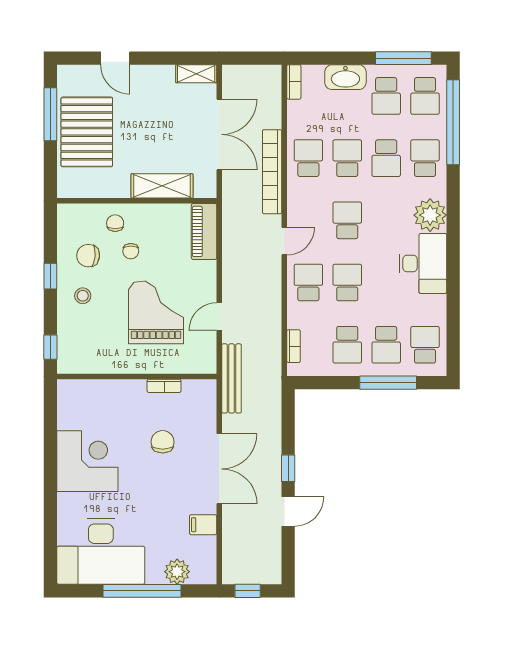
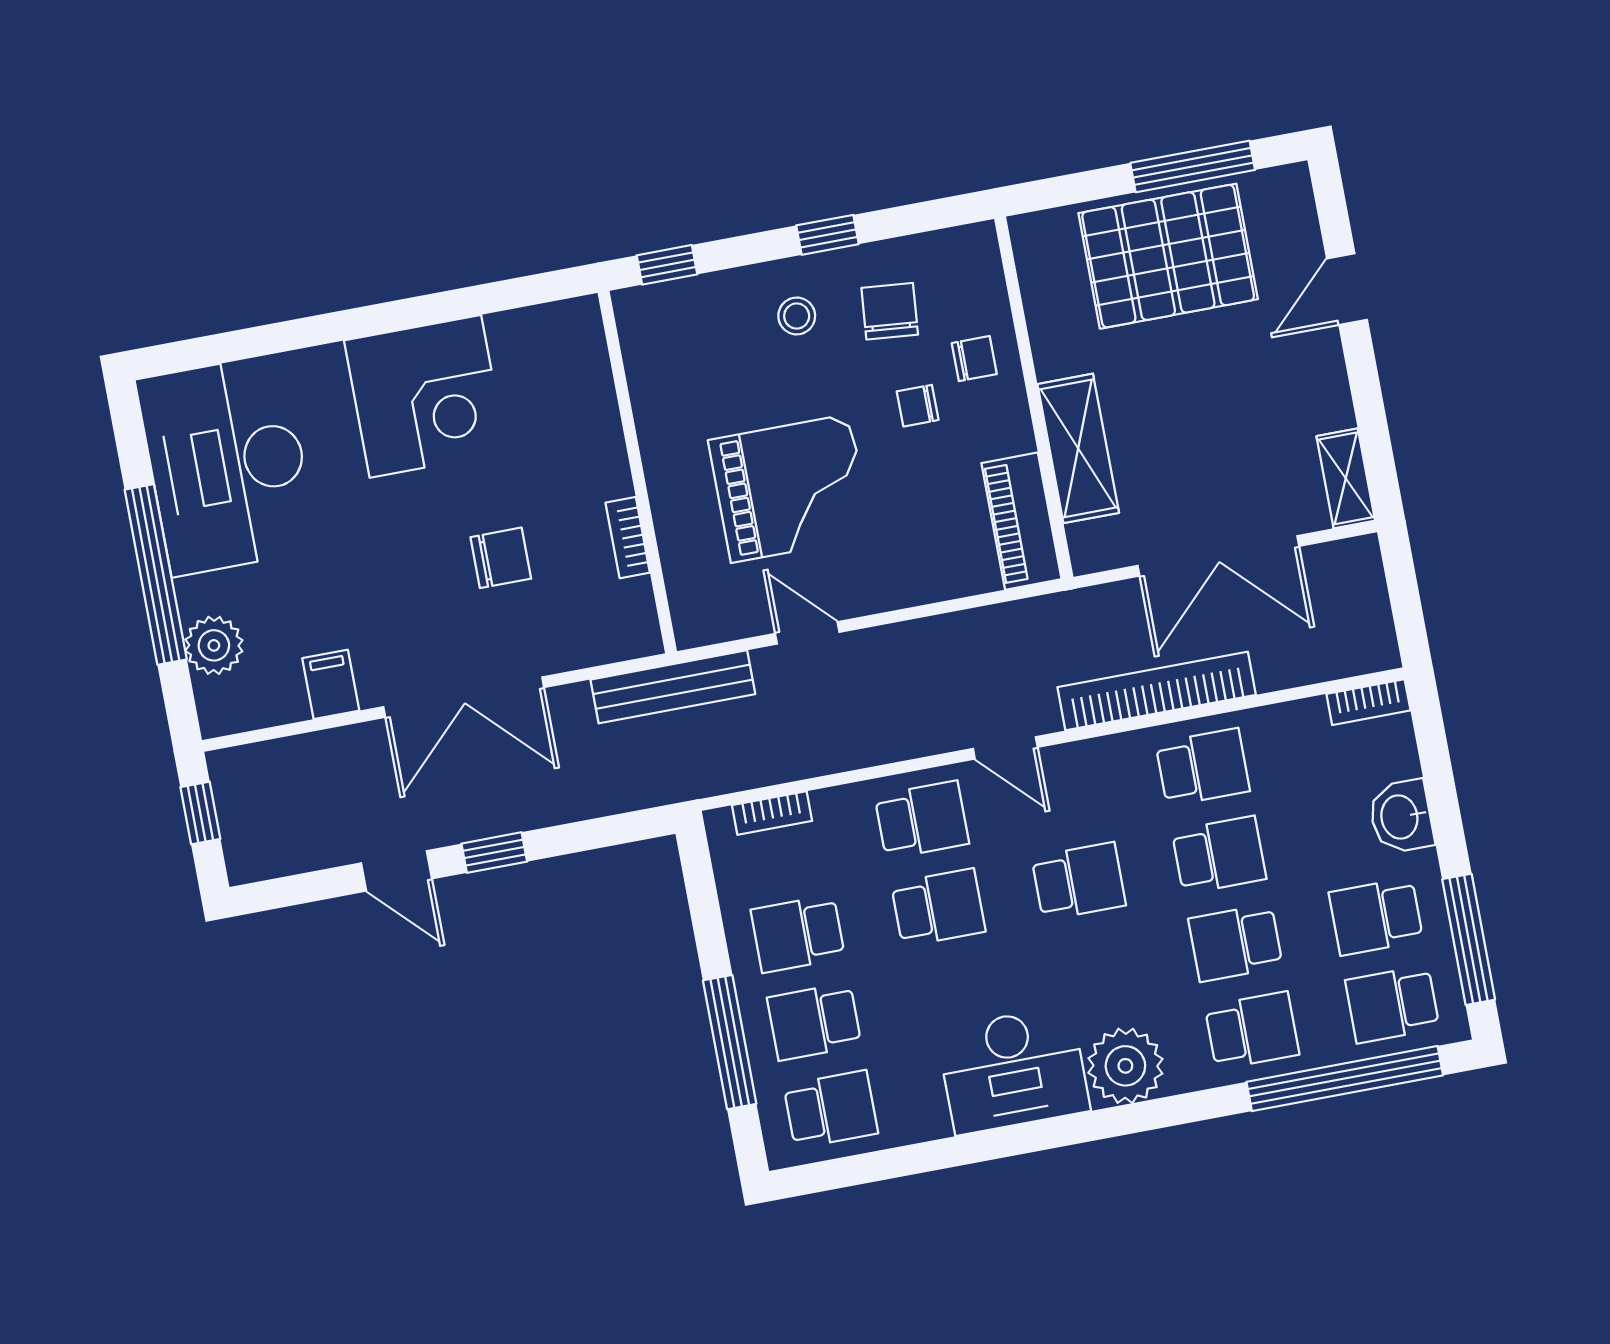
washbasin: (345, 77) -> (1401, 817), width x0.72
piano: (204, 231) -> (1021, 521), moved, turned -90

